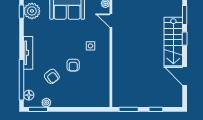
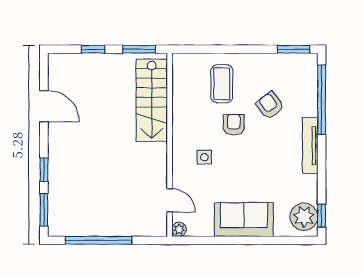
stairs: (173, 42) -> (152, 100), moved, turned 180
coffee table: (80, 89) -> (222, 84), added
floor lamp: (29, 95) -> (309, 74), removed
plant: (46, 103) -> (279, 61), removed

